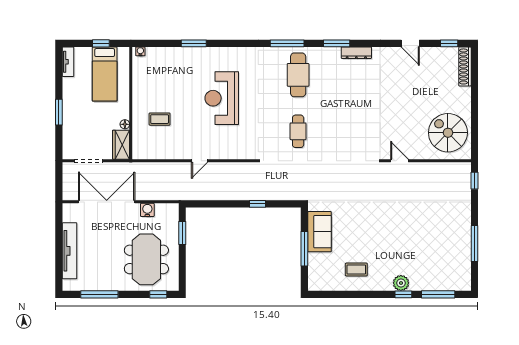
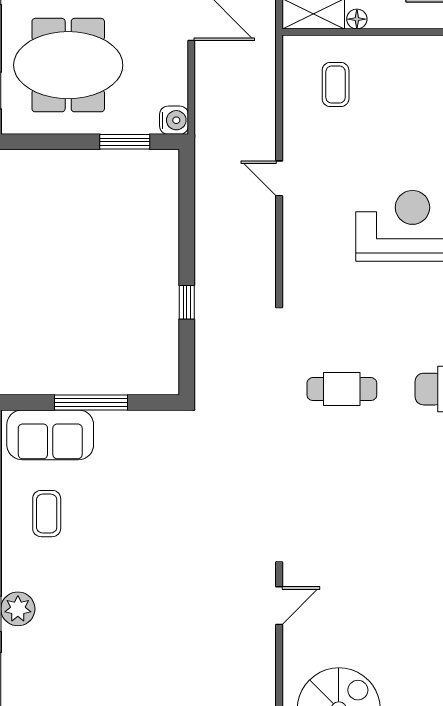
coffee table: (160, 119) -> (336, 85), moved
water cooler: (147, 210) -> (174, 120), moved
sofa: (320, 232) -> (50, 435), moved

